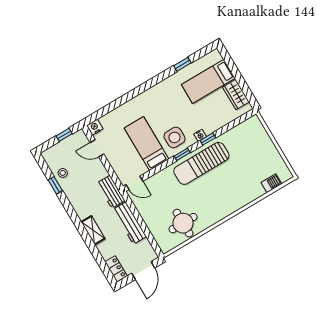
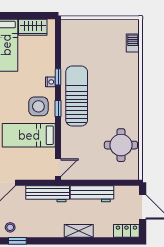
sun lounger: (201, 163) -> (77, 96), turned 180
workbench: (111, 192) -> (48, 194), width x1.38

